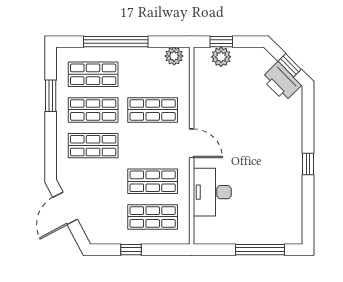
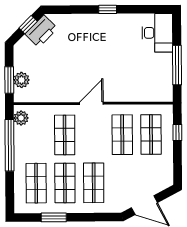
window: (116, 42) -> (10, 145), moved
window: (221, 42) -> (9, 80), width x1.50
desk: (212, 192) -> (157, 33), moved, turned -90
window: (131, 250) -> (177, 132), moved
window: (260, 250) -> (177, 65), moved

